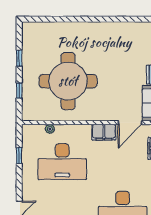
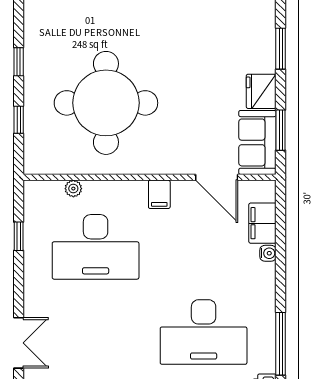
door: (130, 123) -> (217, 177), hinge flipped
filing cabinet: (104, 132) -> (159, 194), width x0.50

